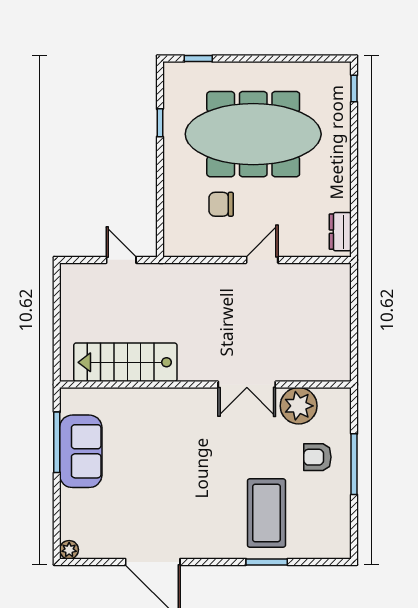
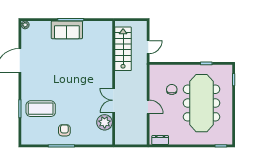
stairs: (125, 362) -> (123, 49), moved
wall: (205, 385) -> (114, 83), moved
double door: (247, 385) -> (114, 100), moved
plant: (299, 406) -> (105, 122), moved

